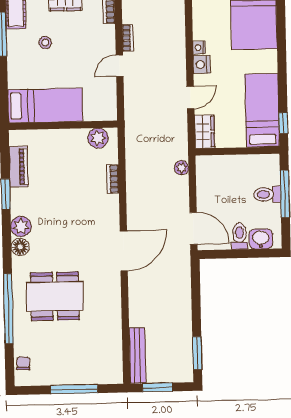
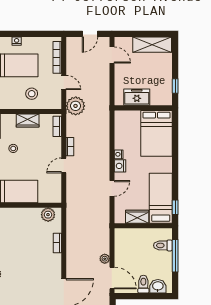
wardrobe: (204, 132) -> (137, 217), moved, turned -90
plant: (182, 168) -> (105, 259), moved
toilet: (267, 194) -> (163, 245), moved

